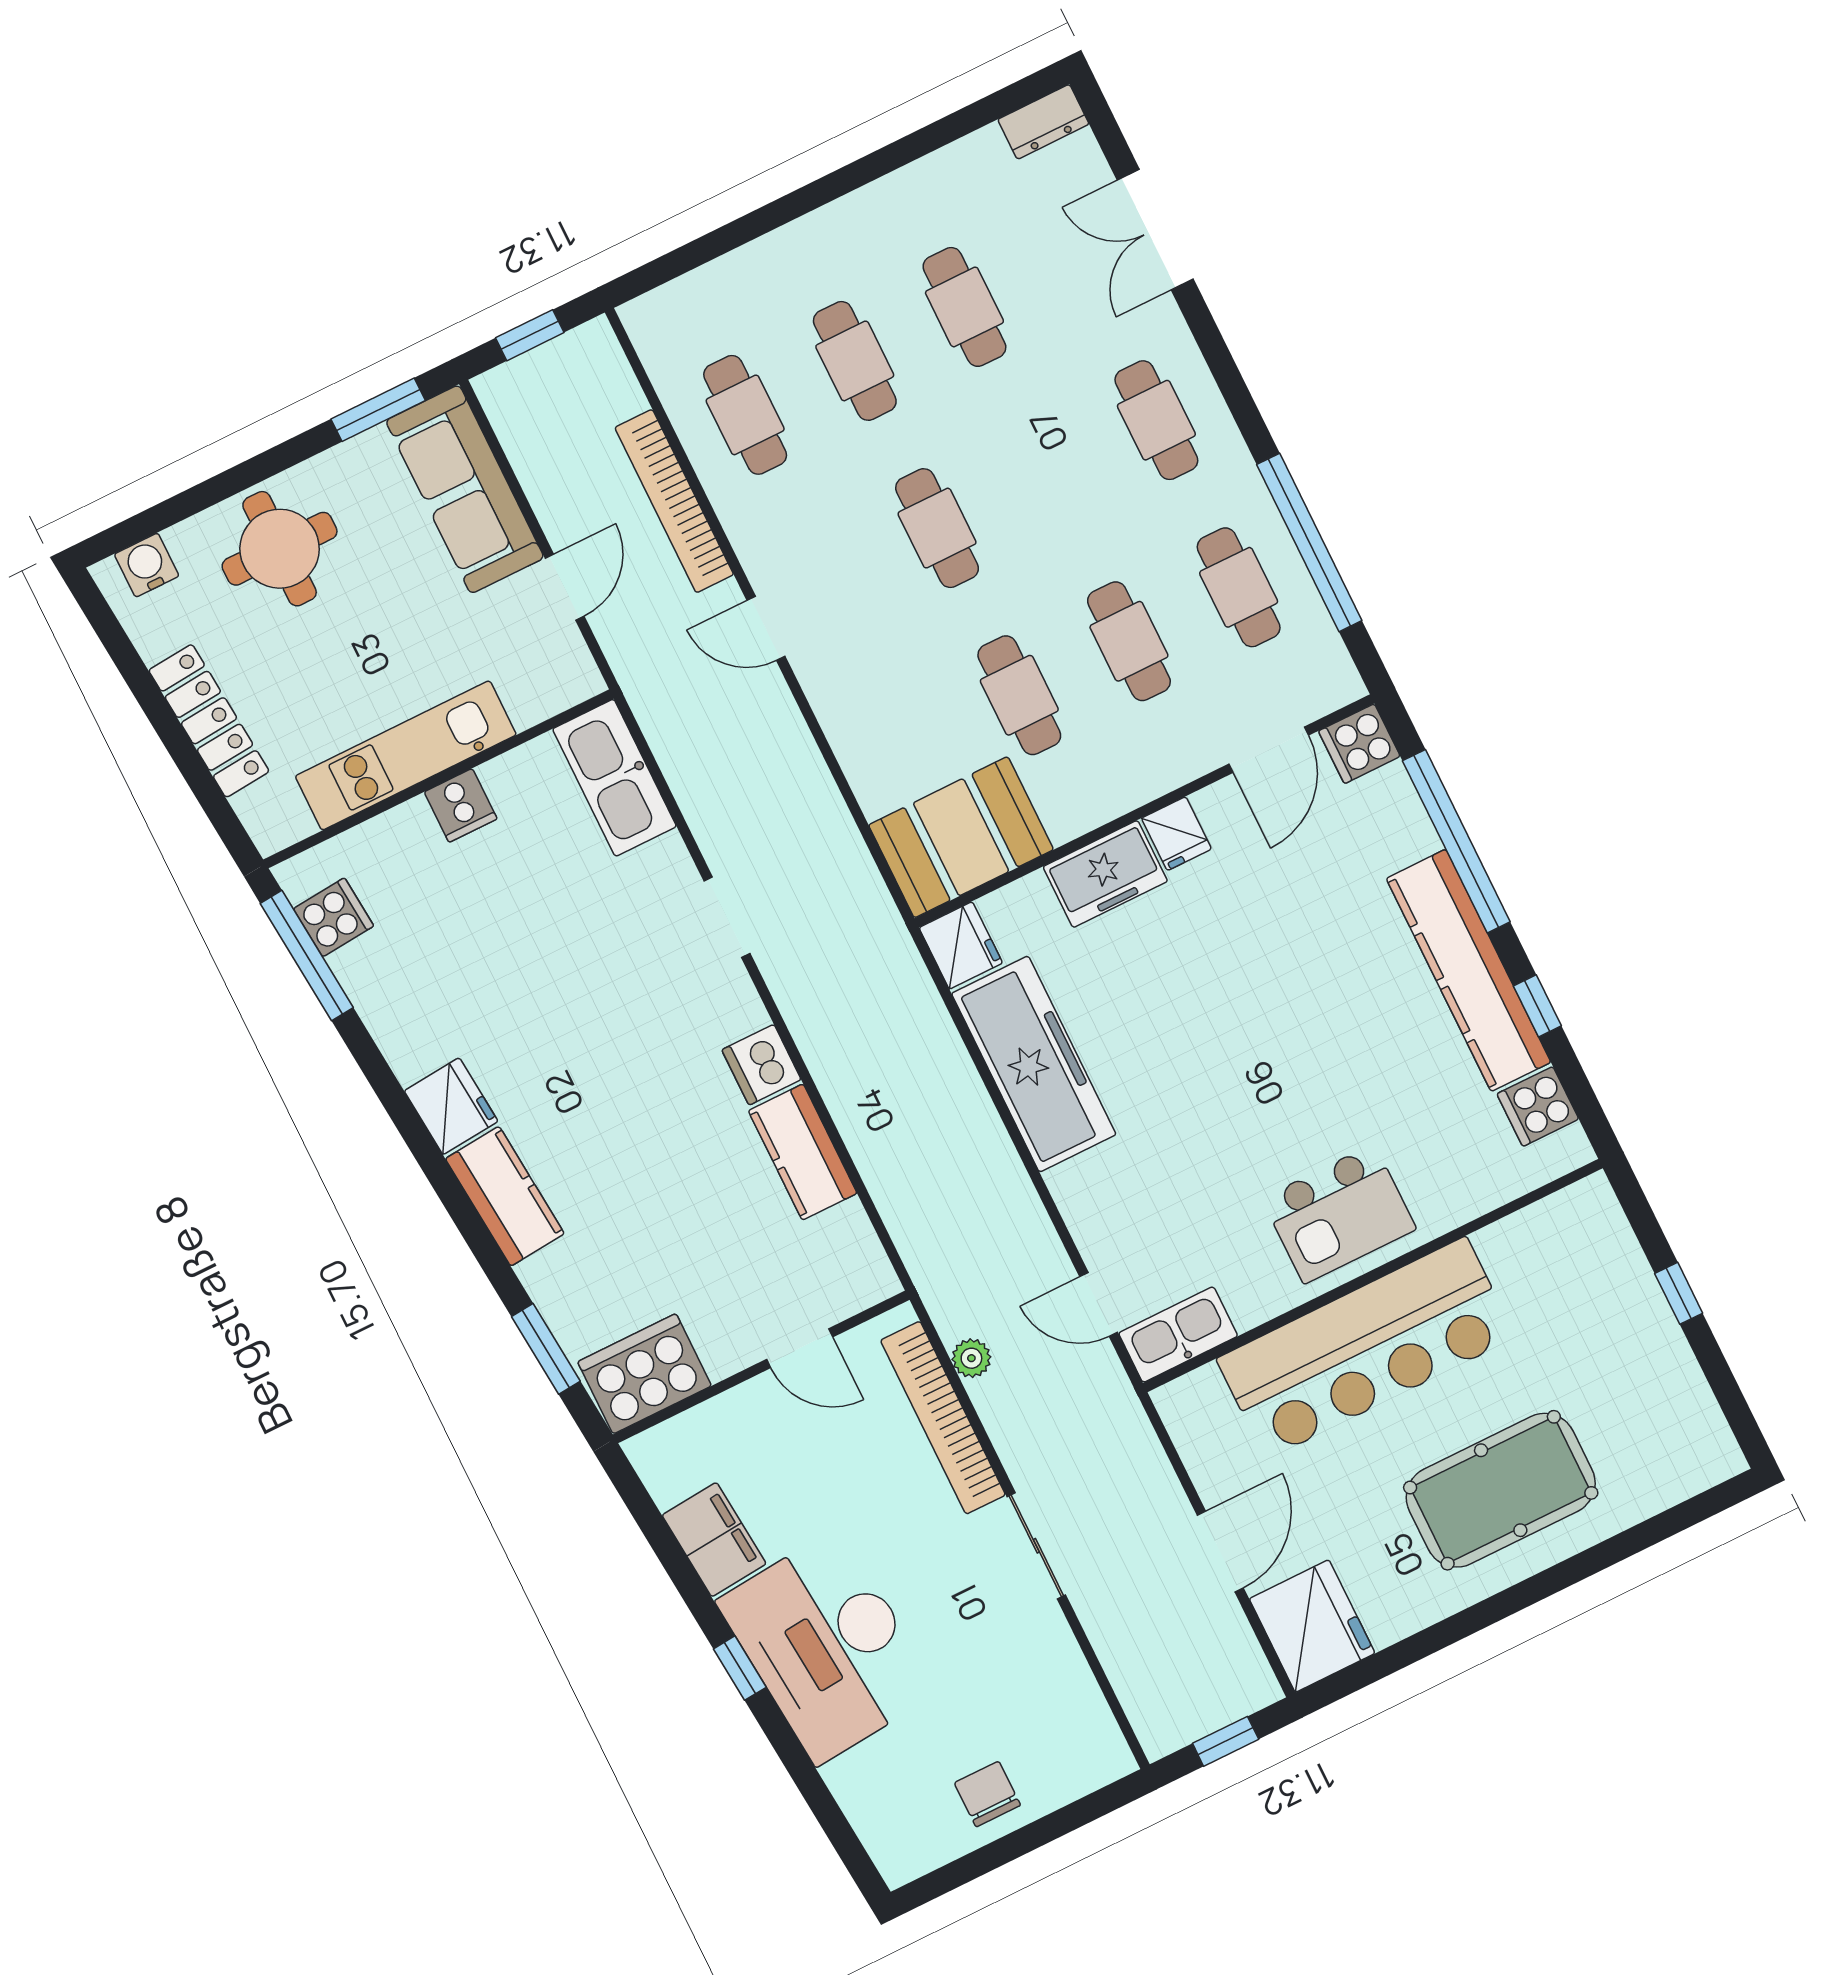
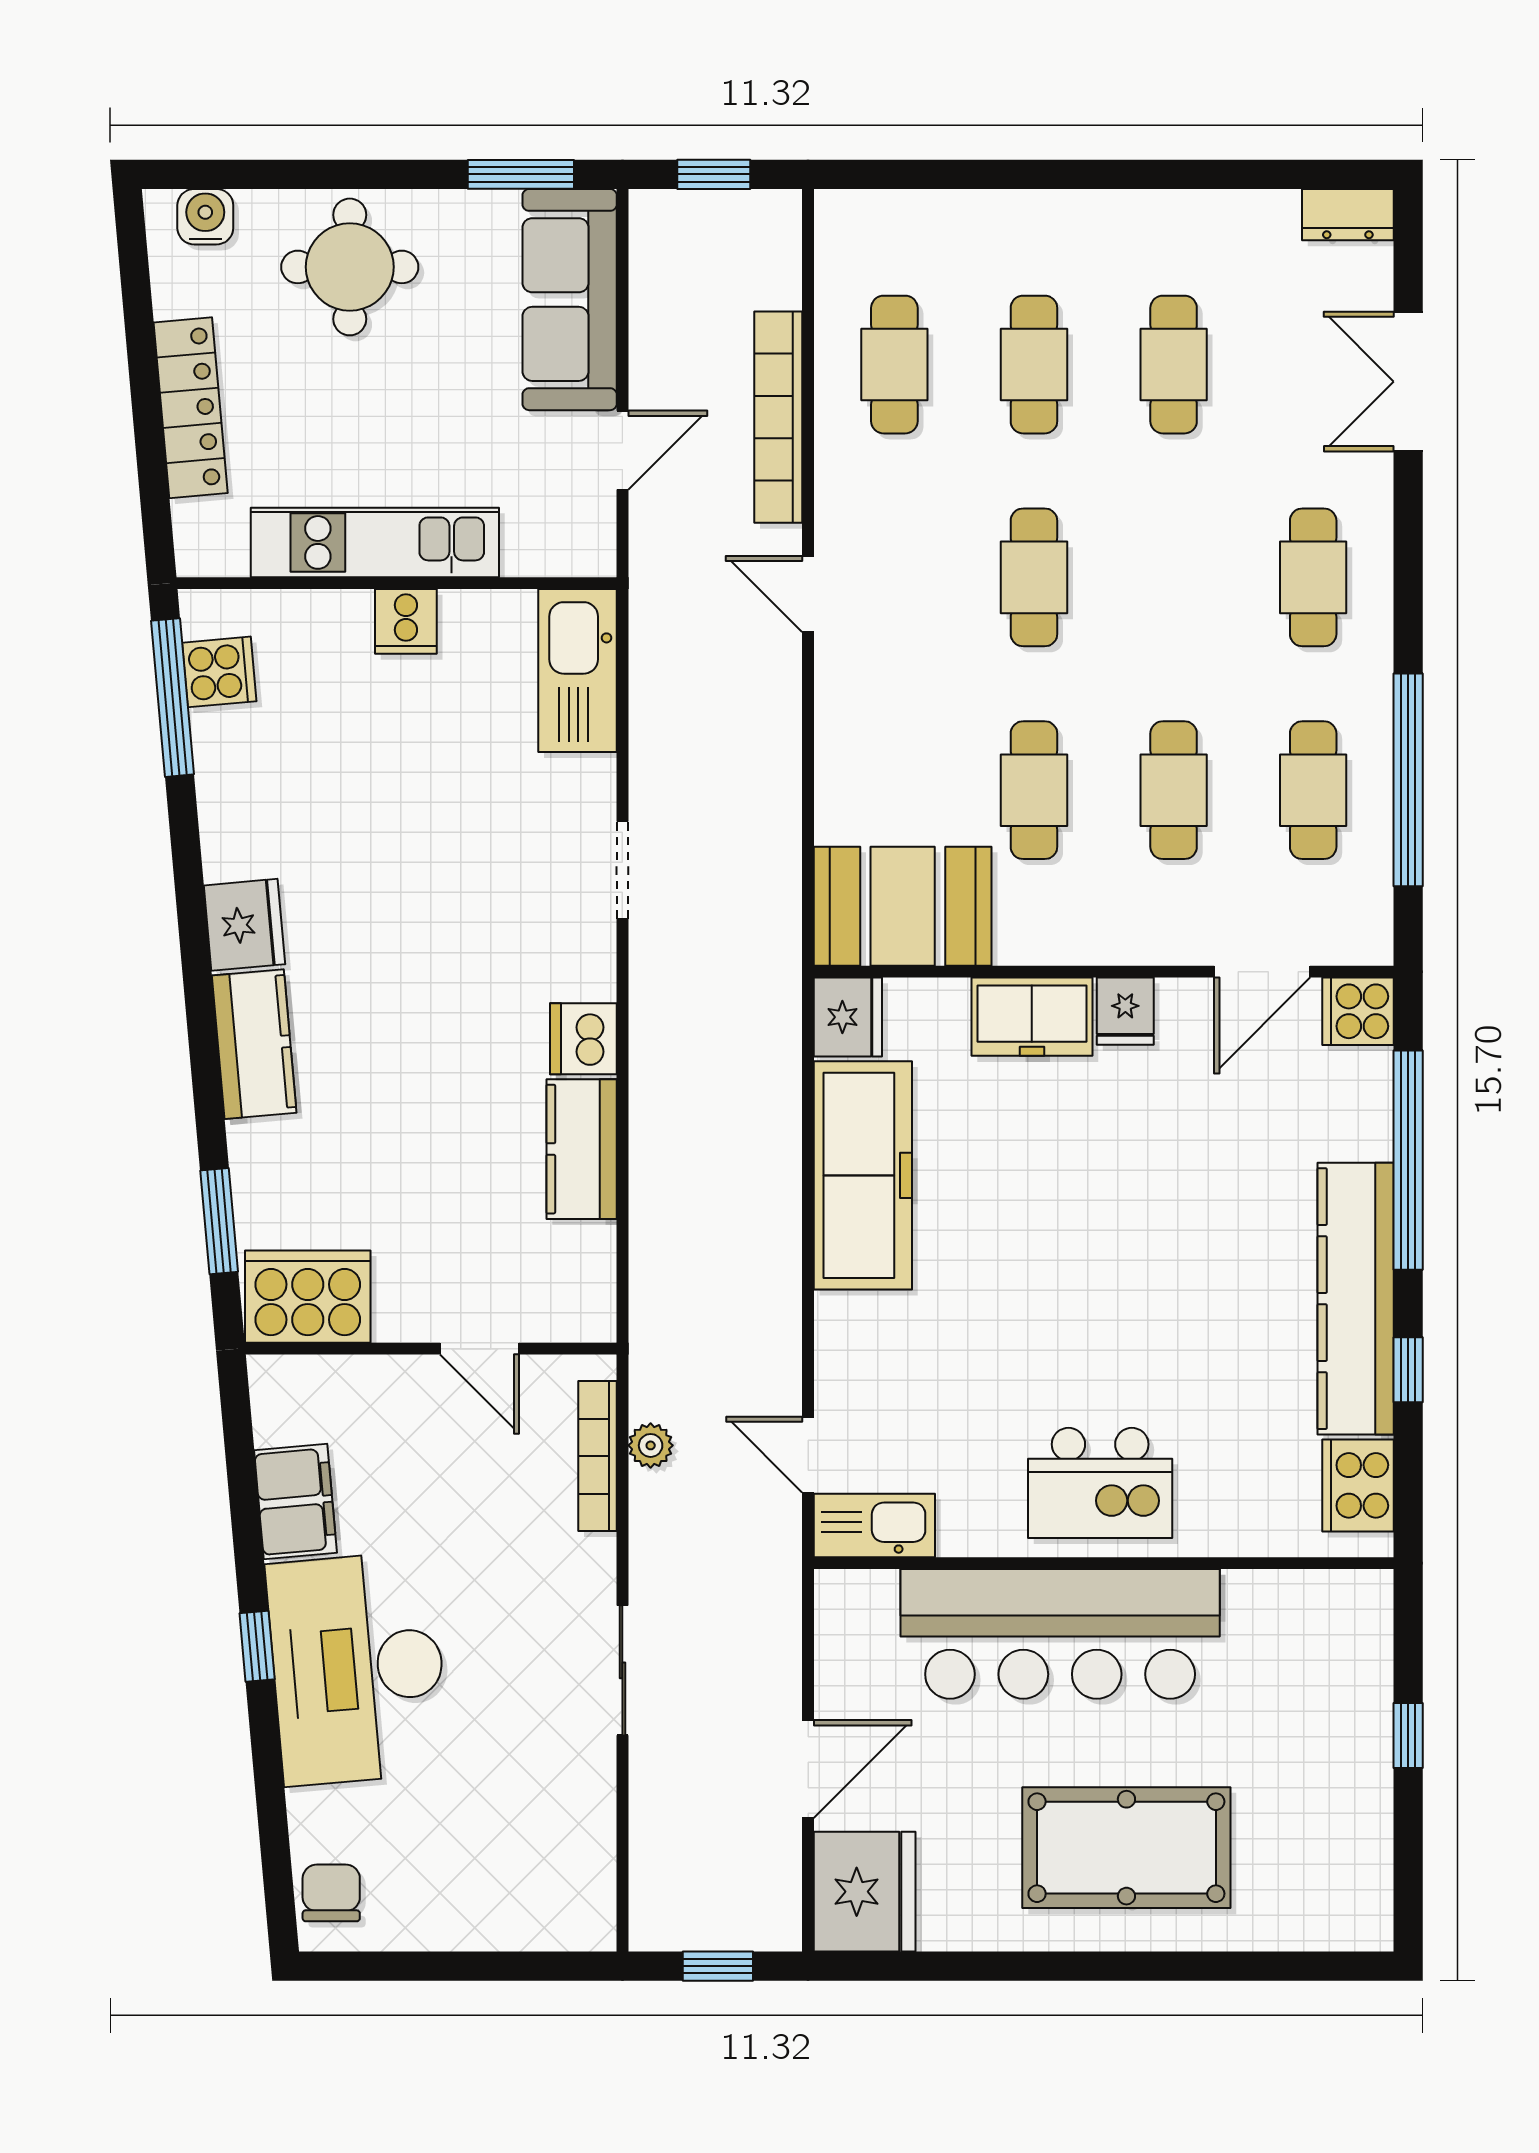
cooker: (1538, 1106) -> (1358, 1485), width x1.36
bookcase: (943, 1418) -> (597, 1456), width x0.68, depth x0.76
chair: (987, 1794) -> (331, 1893), moved

